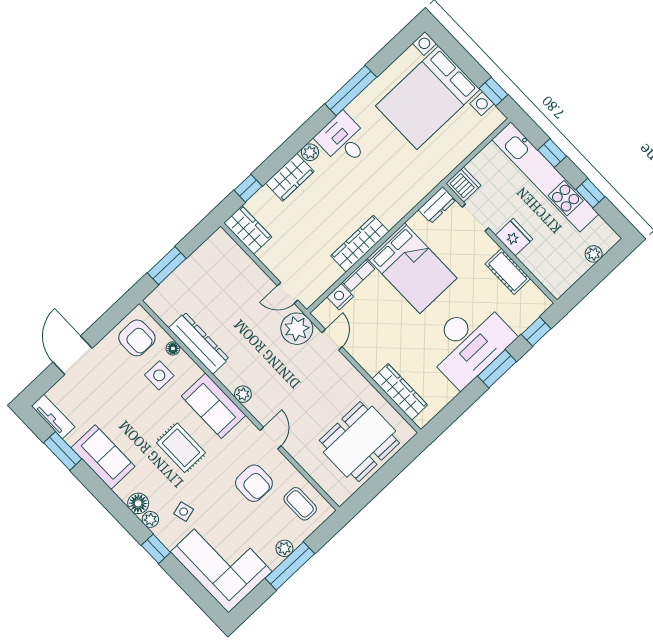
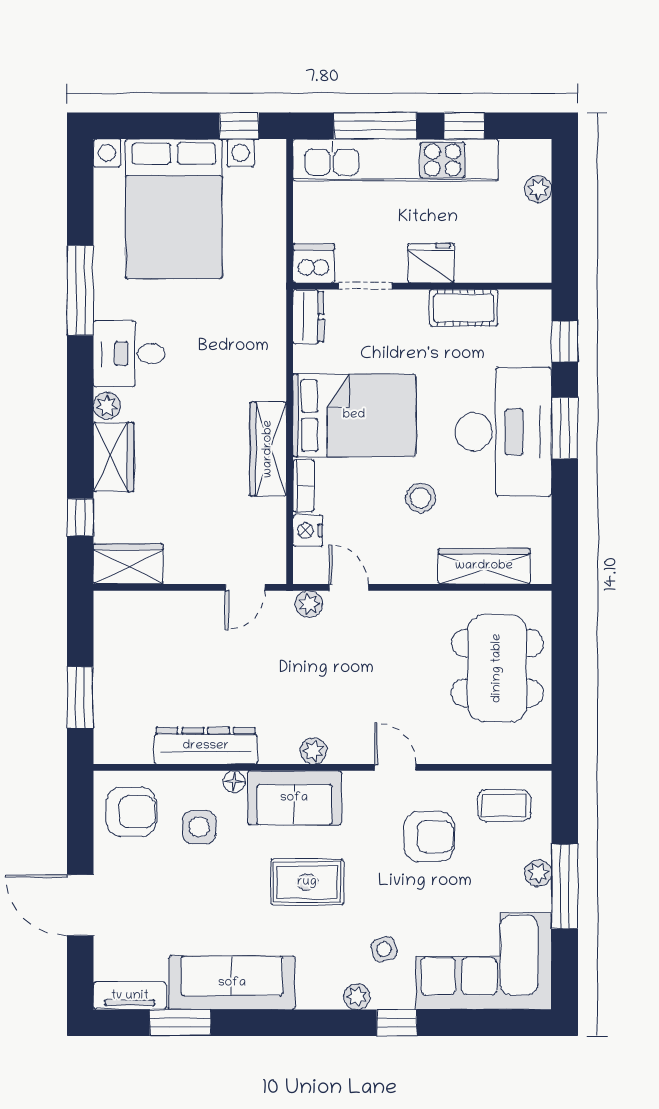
window: (552, 153) -> (375, 126), width x2.17
plant: (297, 329) -> (309, 604), width x0.53, depth x0.53
stool: (403, 334) -> (420, 498), added
floor lamp: (173, 348) -> (234, 782), moved
sofa: (103, 457) -> (232, 983), width x1.36
floor lamp: (138, 503) -> (324, 993), removed

